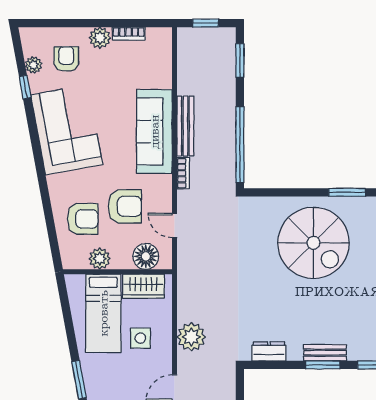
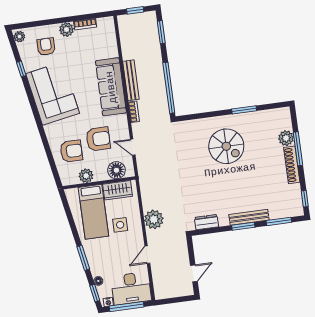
plant: (34, 65) -> (19, 37), moved
spiral stairs: (313, 243) -> (226, 146), width x0.73, depth x0.73
bench: (325, 353) -> (249, 217), width x1.36

